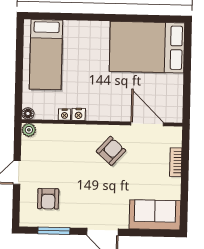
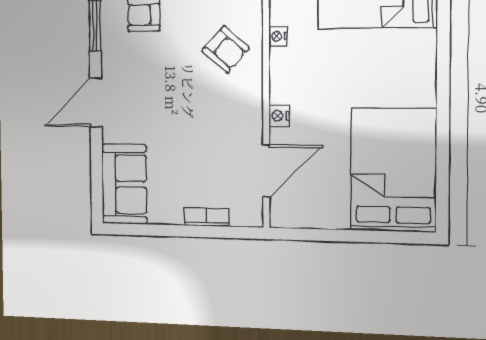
nightstand: (79, 114) -> (279, 116), moved
armchair: (111, 151) -> (226, 49), moved

